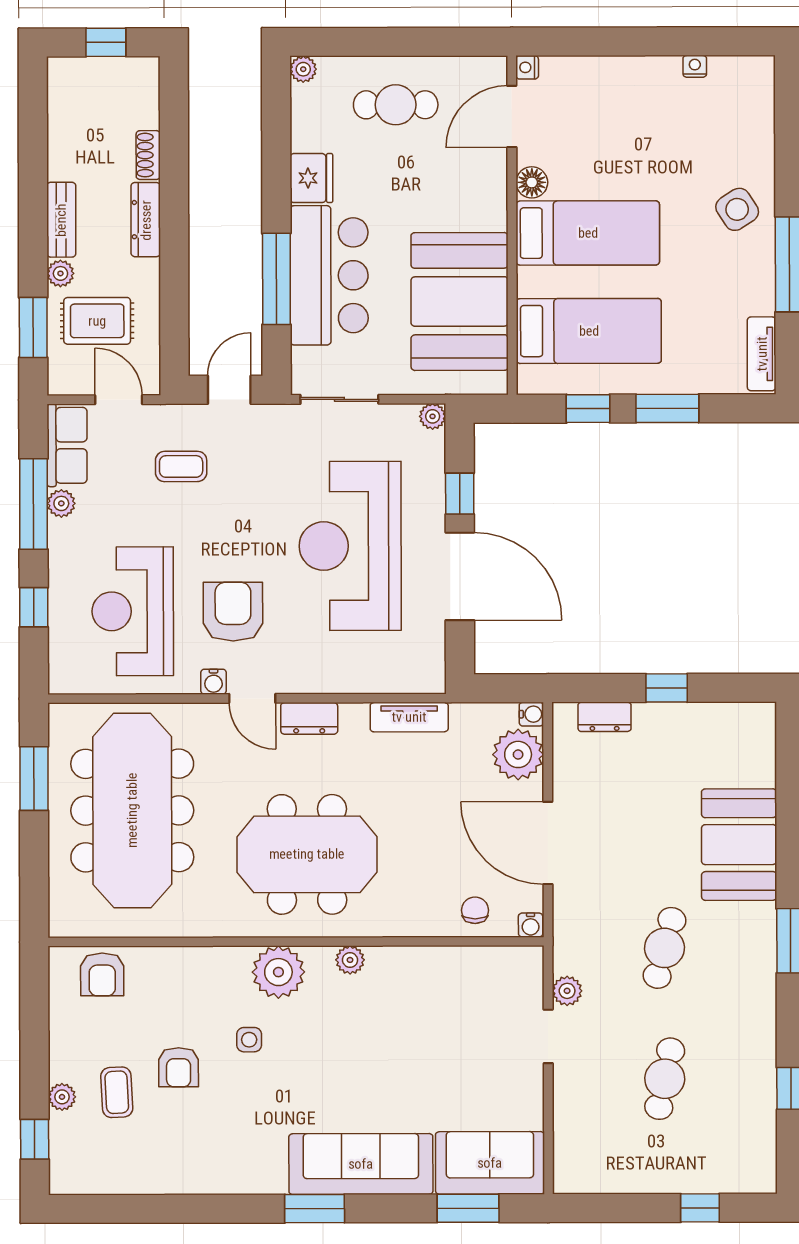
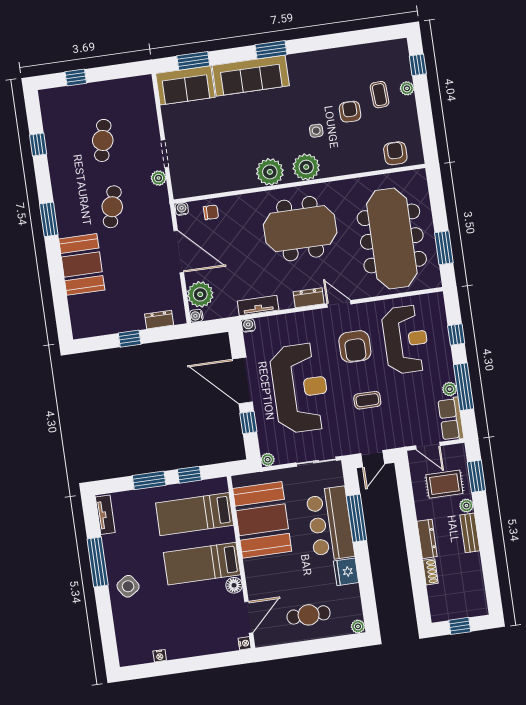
coffee table: (181, 466) -> (367, 400), moved
water cooler: (214, 682) -> (248, 325), moved
chair: (475, 910) -> (211, 212), turned -90
plant: (350, 960) -> (270, 172), width x1.87, depth x1.87

